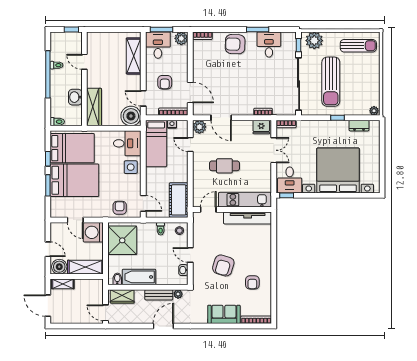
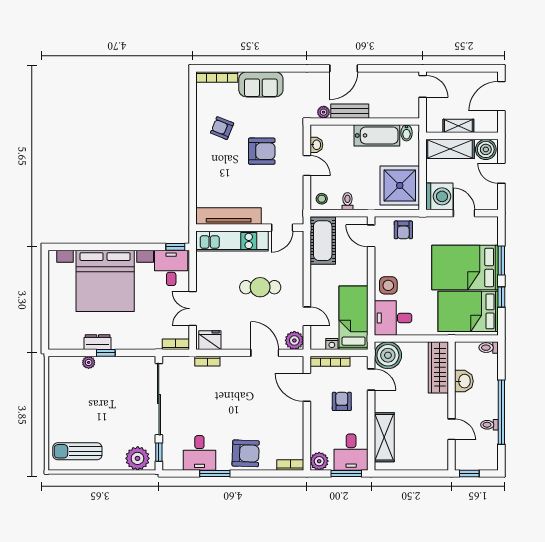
sun lounger: (331, 82) -> (115, 402), removed
plant: (374, 111) -> (89, 362), moved
dresser: (359, 126) -> (98, 342), moved
armchair: (223, 265) -> (262, 151), turned 73
armchair: (252, 282) -> (222, 128), turned -68
shelving: (63, 284) -> (458, 126), moved
wardrobe: (122, 296) -> (400, 109), removed
door: (48, 306) -> (501, 96), swing flipped

